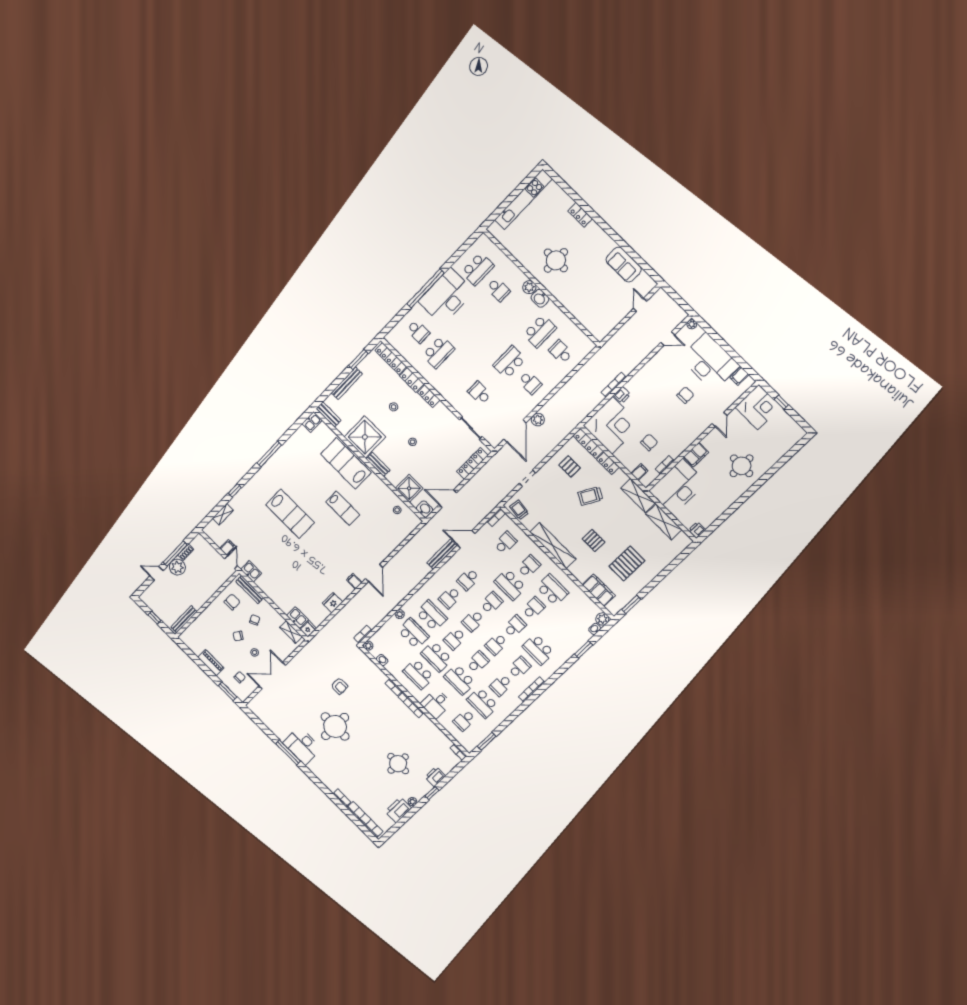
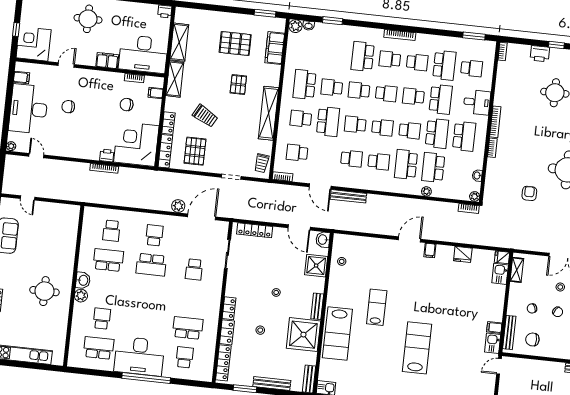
door: (640, 305) -> (27, 198), hinge flipped
pallet: (570, 466) -> (195, 151), width x1.50, depth x1.42
filing cabinet: (228, 547) -> (494, 327), moved
school desk: (538, 650) -> (363, 56), turned 180

